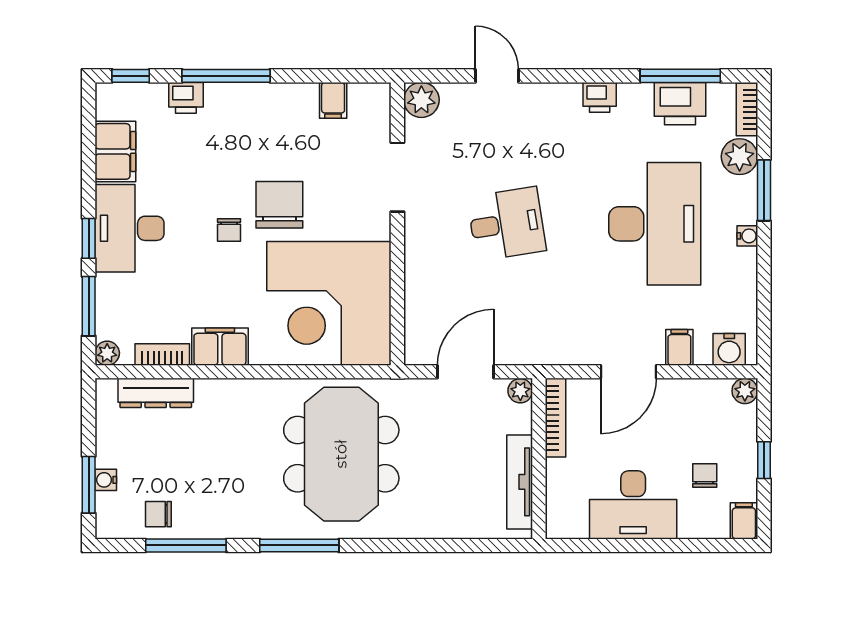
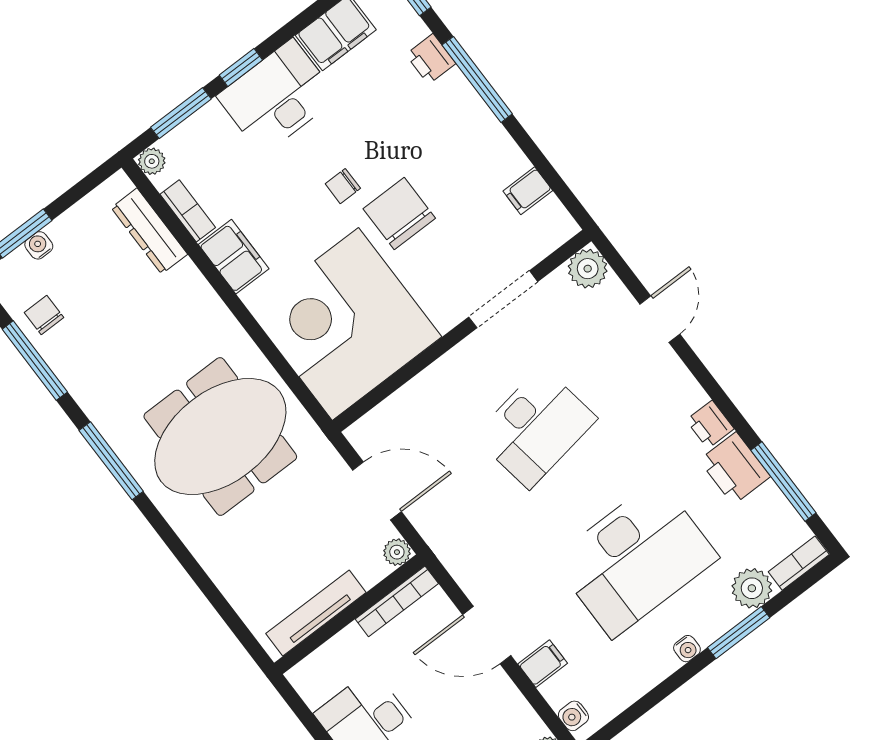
printer: (680, 104) -> (735, 468), moved
chair: (279, 205) -> (399, 214), turned -90
desk: (507, 224) -> (535, 427), width x1.37
water cooler: (729, 349) -> (573, 716), width x0.72, depth x0.72

